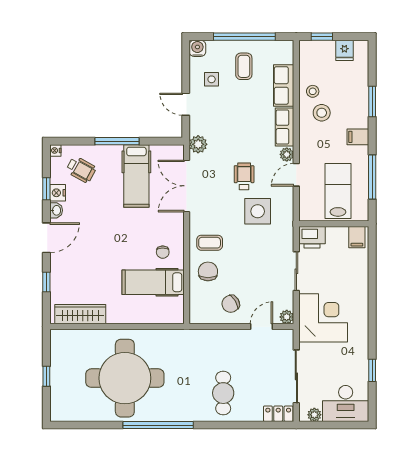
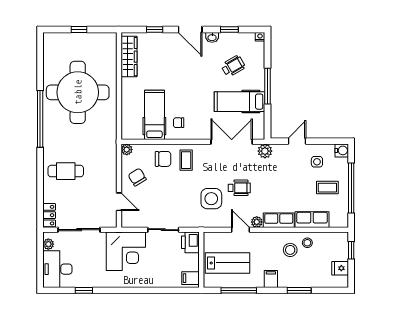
wheelchair: (81, 169) -> (233, 66), moved, turned -149
nightstand: (58, 193) -> (226, 38), removed
plant: (287, 317) -> (127, 150), moved

